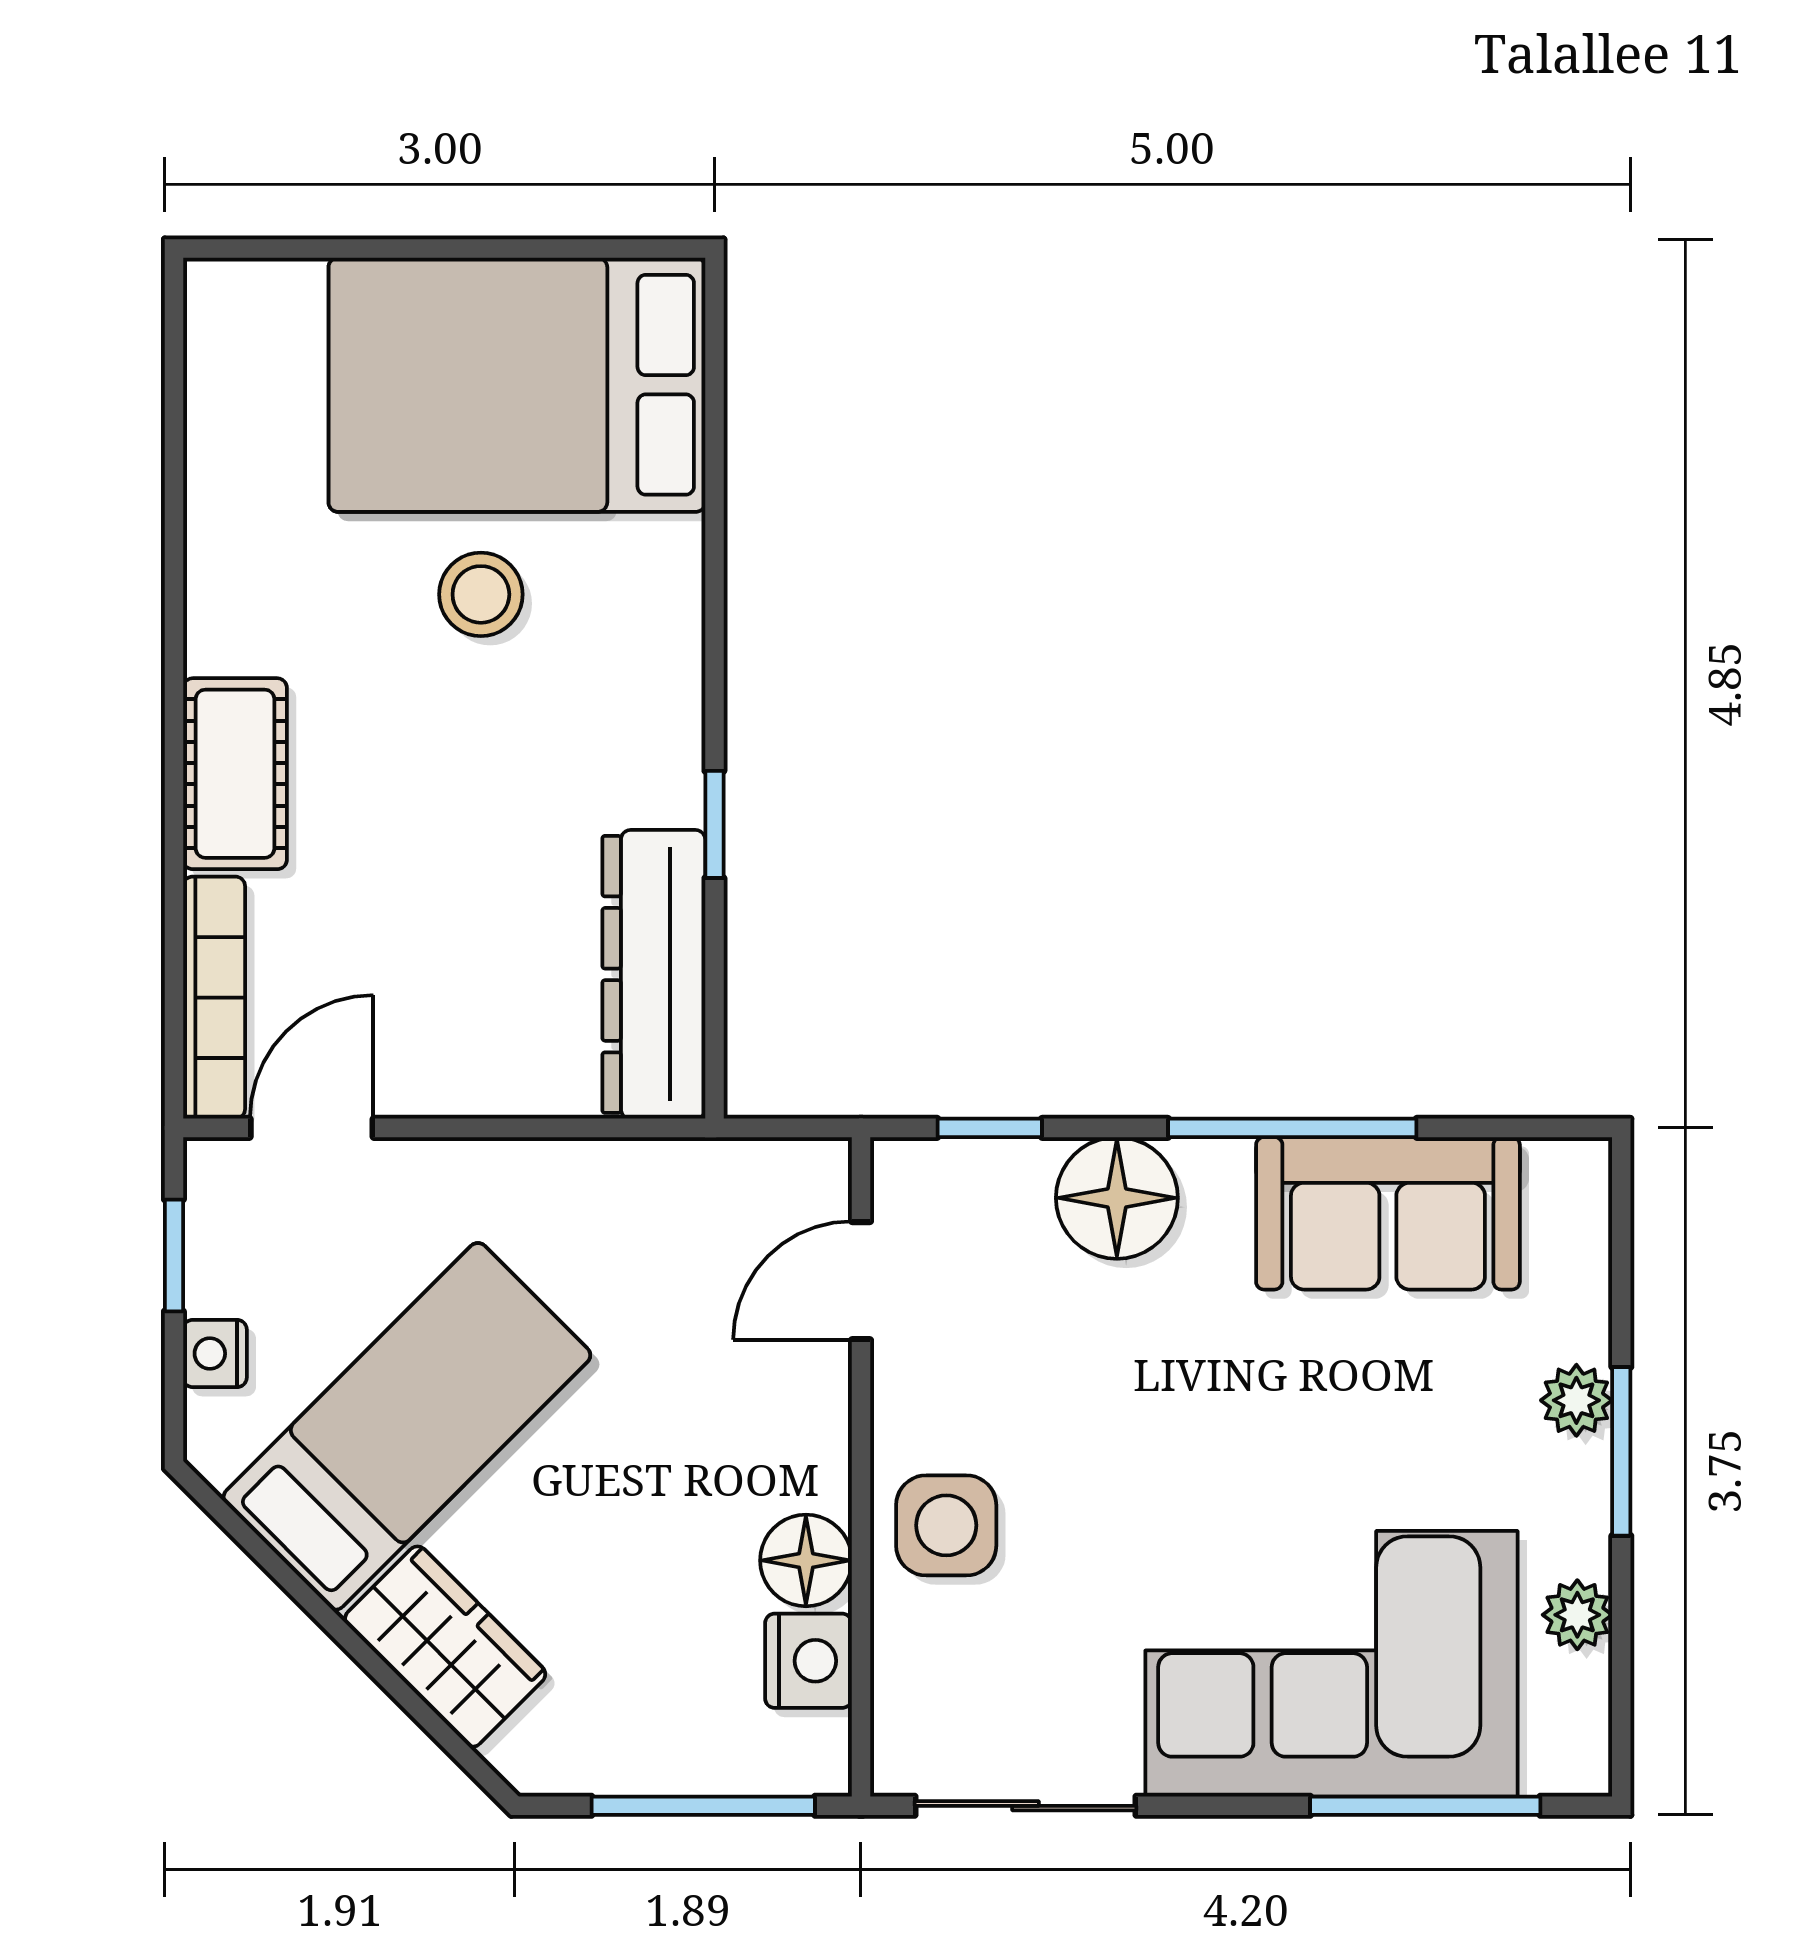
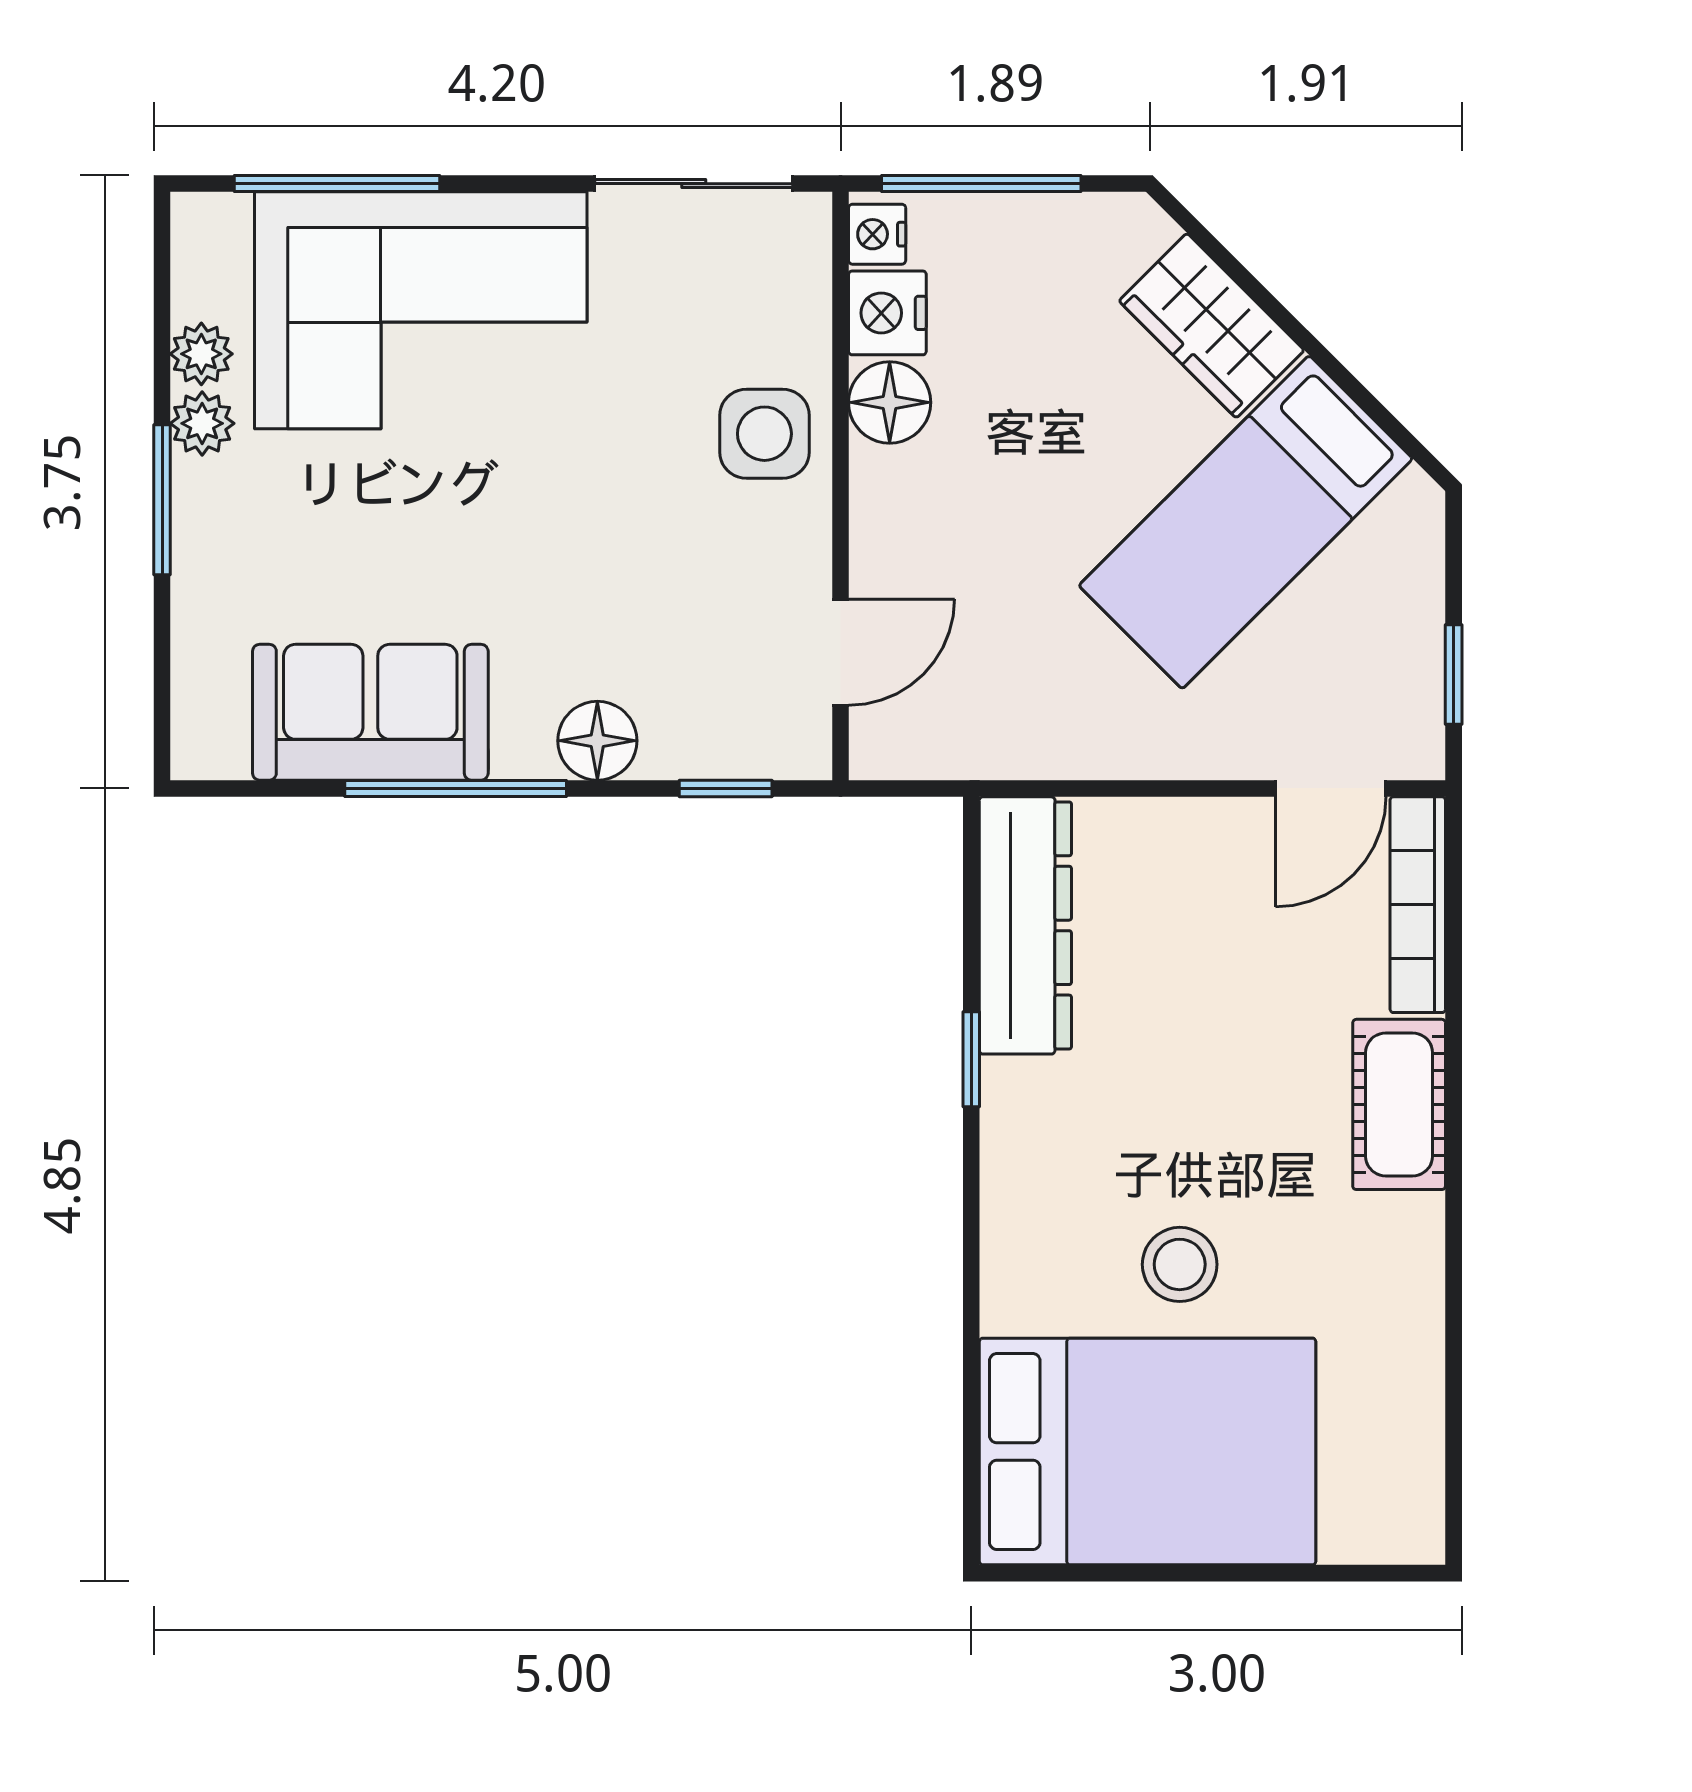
floor lamp: (1117, 1198) -> (597, 741), width x0.73, depth x0.73
nightstand: (215, 1354) -> (877, 234), moved, turned 180
plant: (1576, 1400) -> (202, 423), moved

